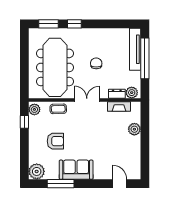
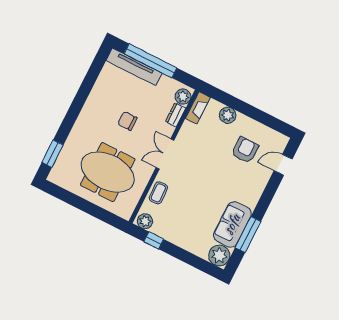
window: (74, 24) -> (68, 123), removed
meeting table: (55, 67) -> (108, 172), width x0.73
fireplace: (119, 106) -> (198, 108), moved
armchair: (55, 141) -> (245, 150), moved
sofa: (76, 170) -> (232, 224), moved

